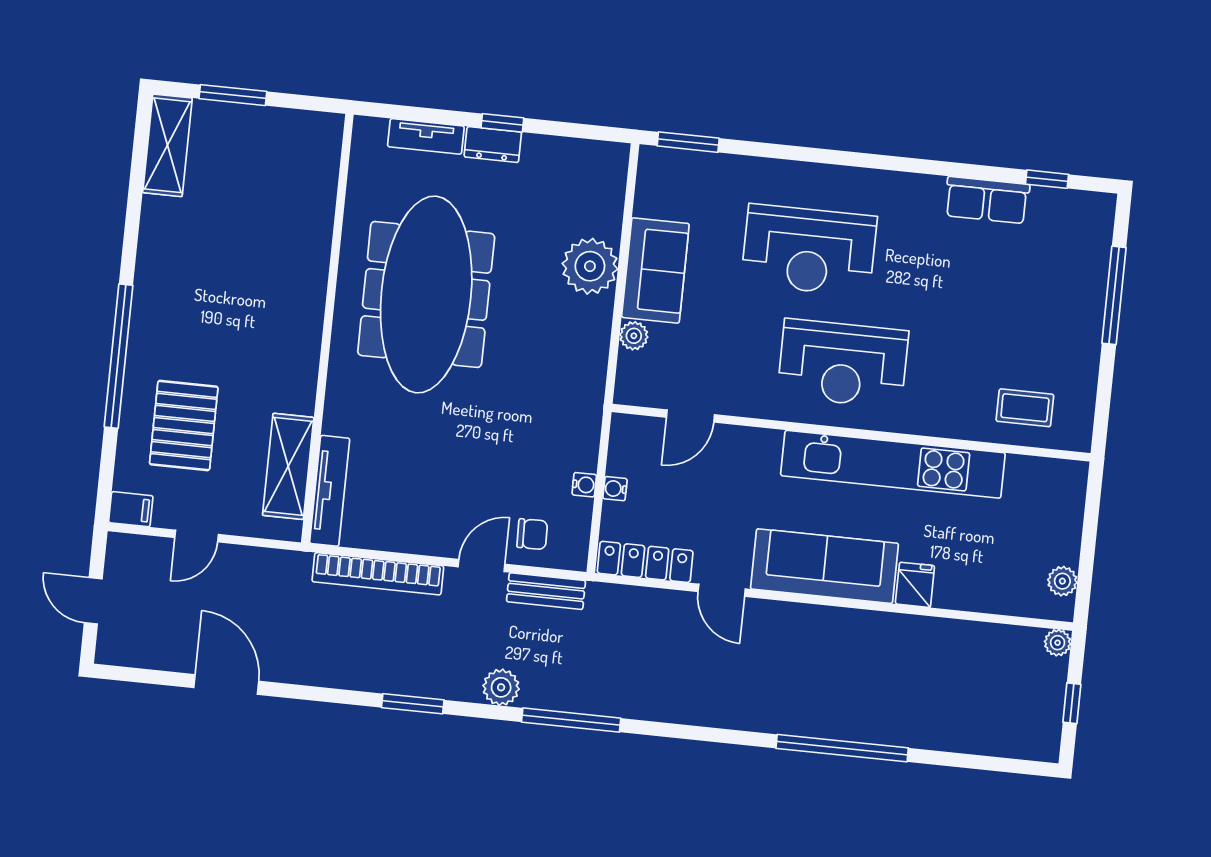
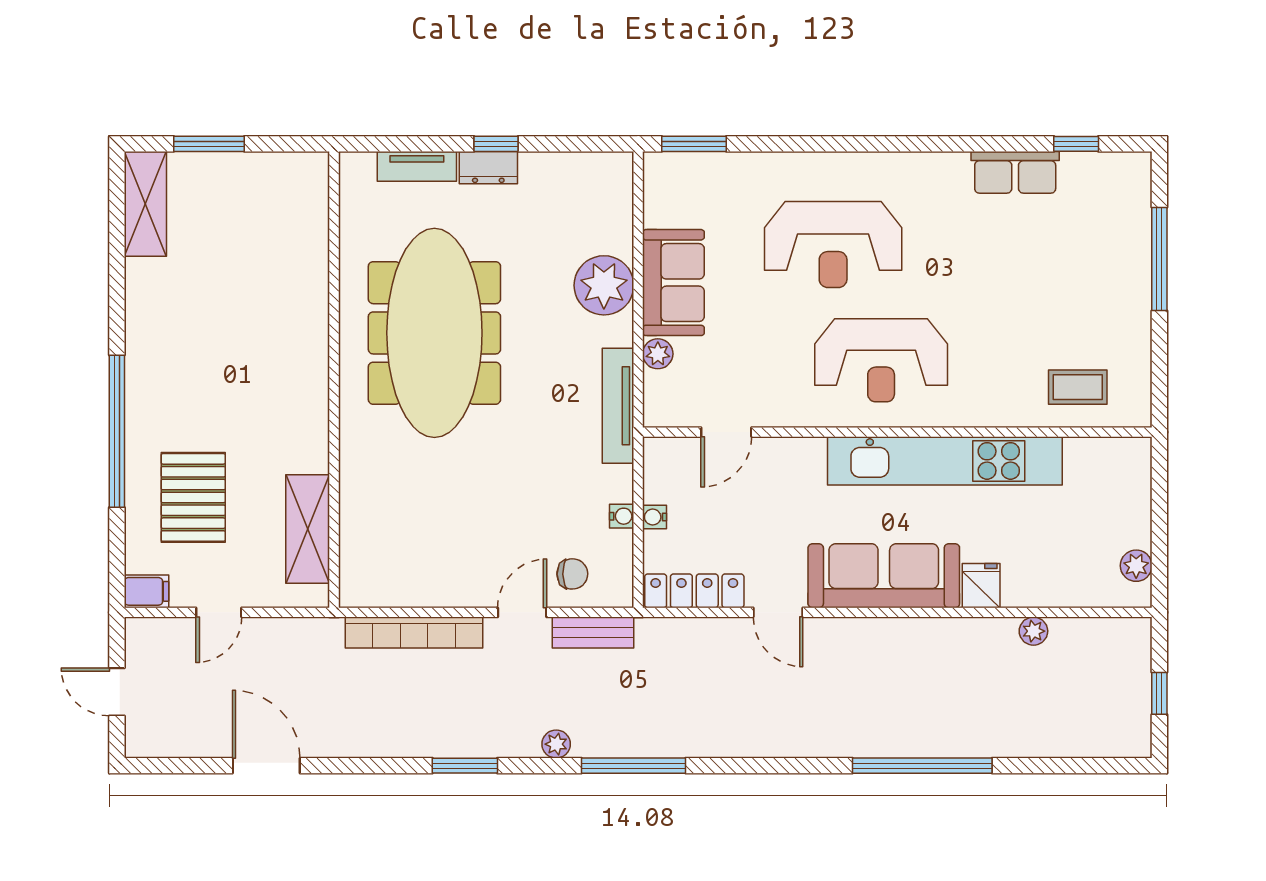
tv unit: (330, 491) -> (618, 406), moved, turned 180
plant: (1058, 643) -> (1033, 631), moved
plant: (501, 687) -> (556, 744), width x0.73, depth x0.73

